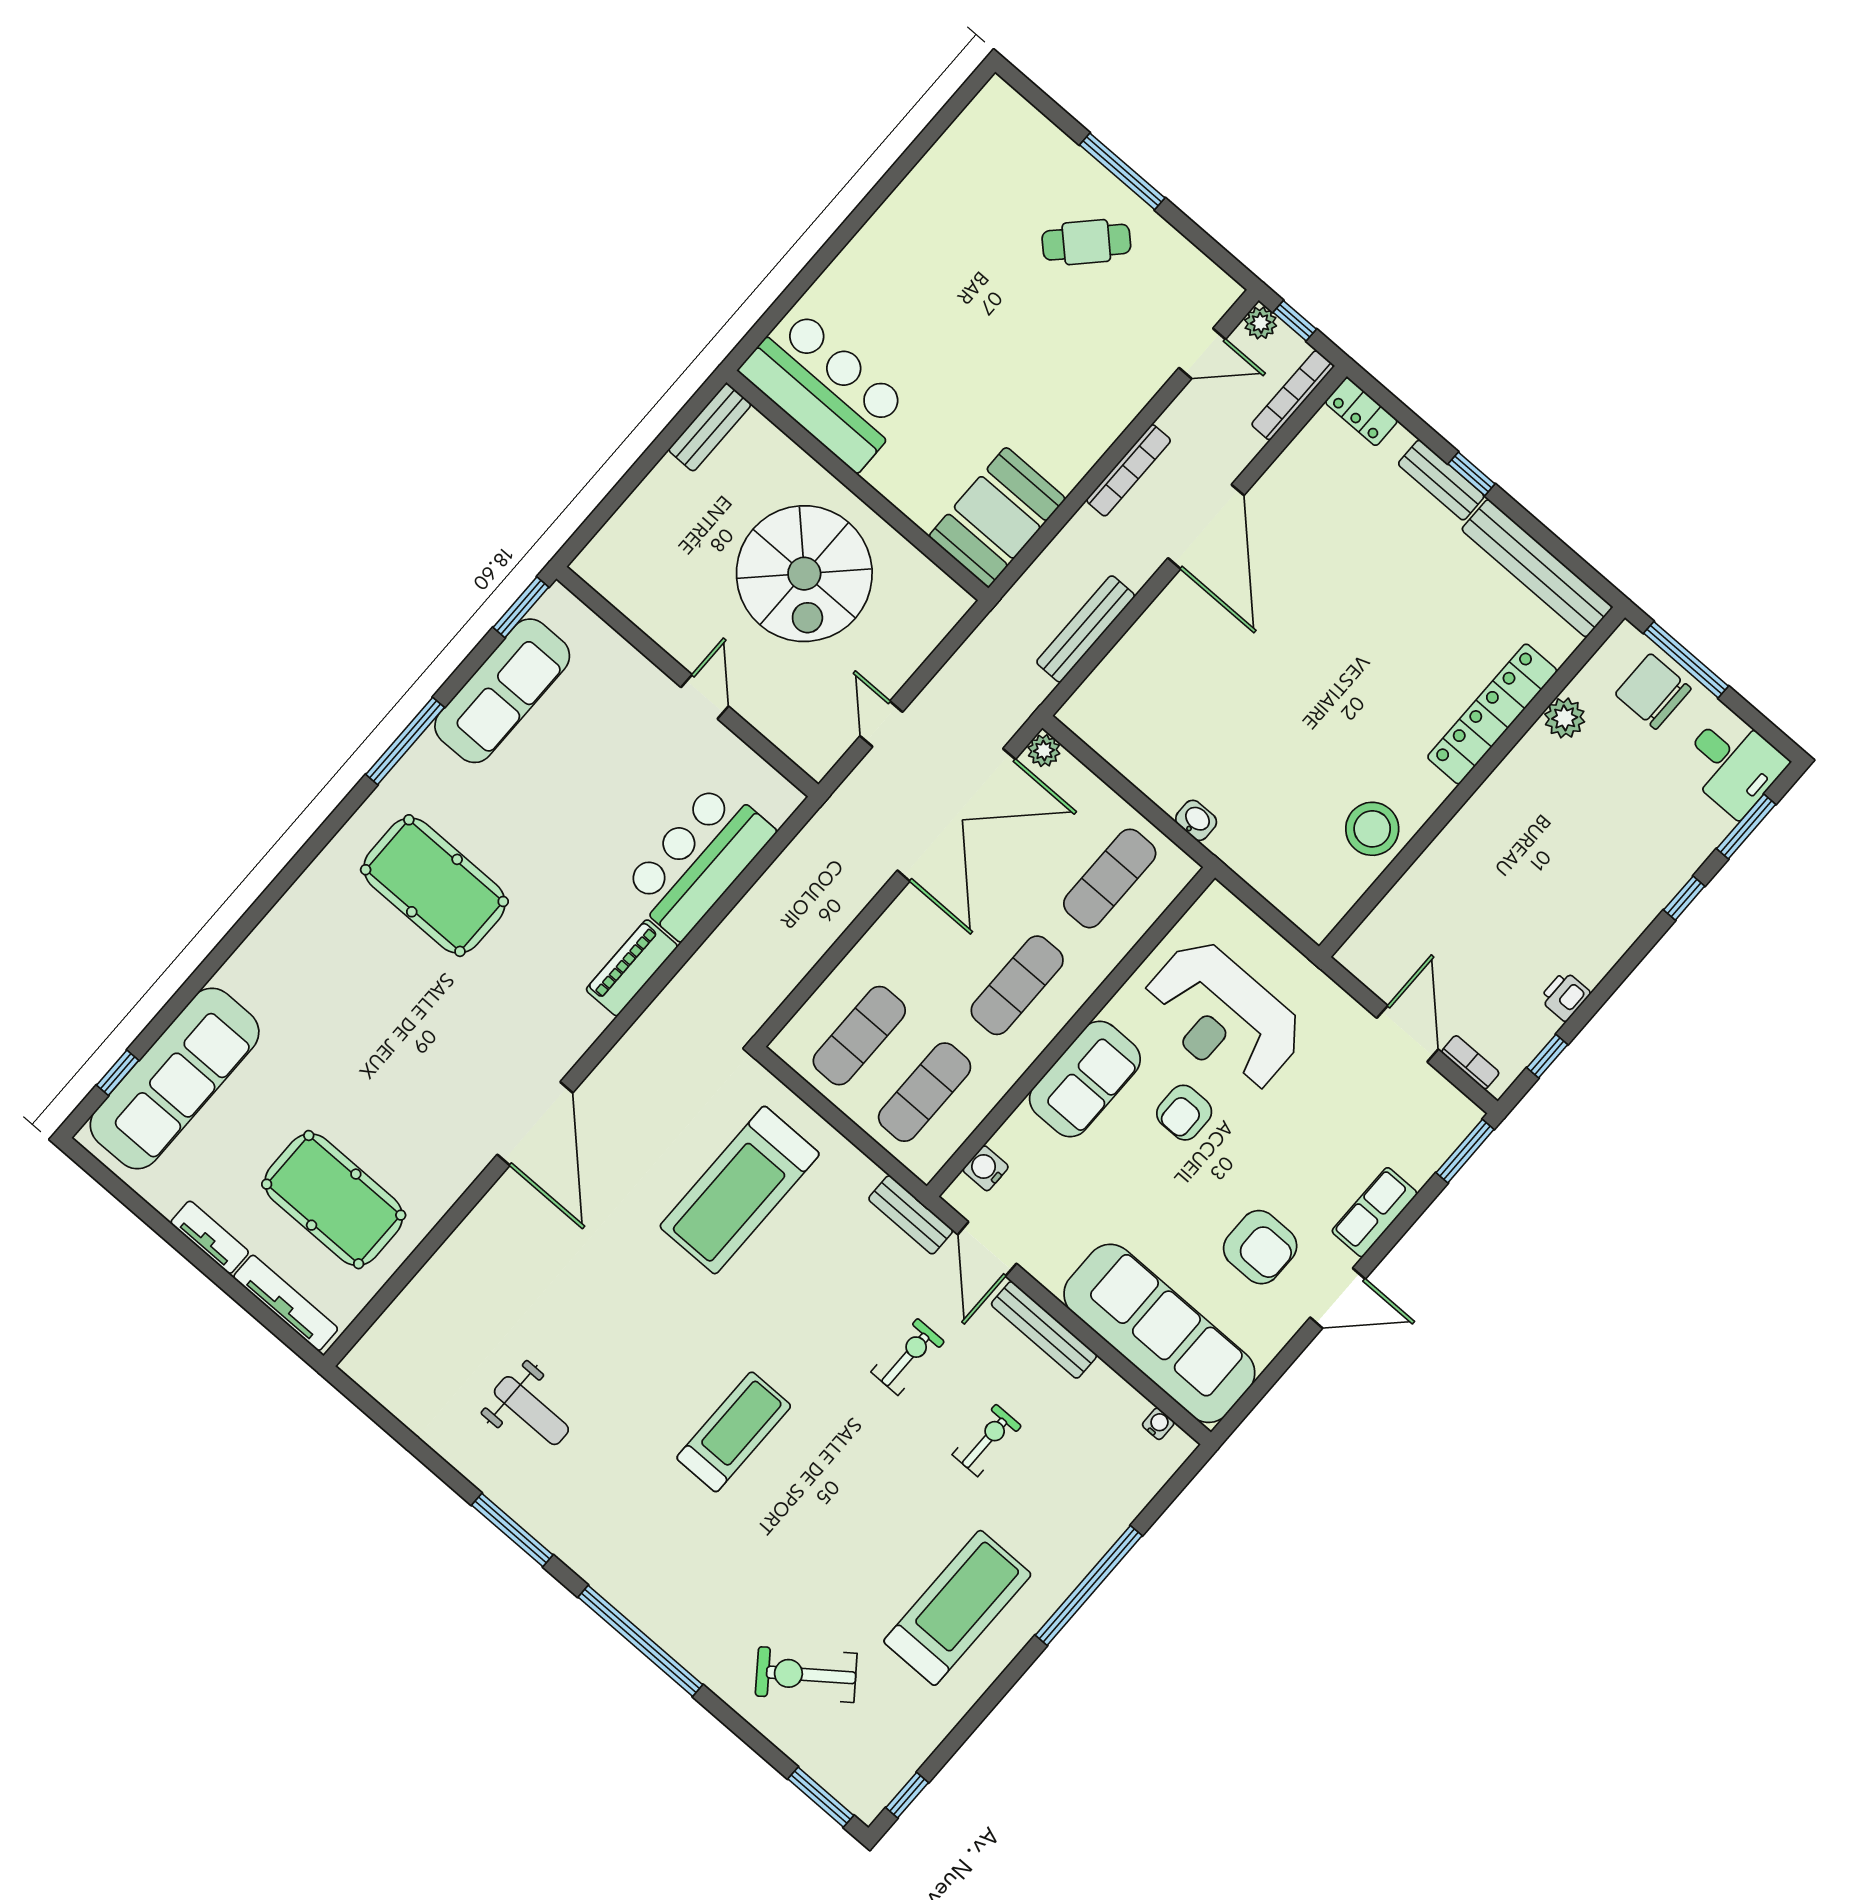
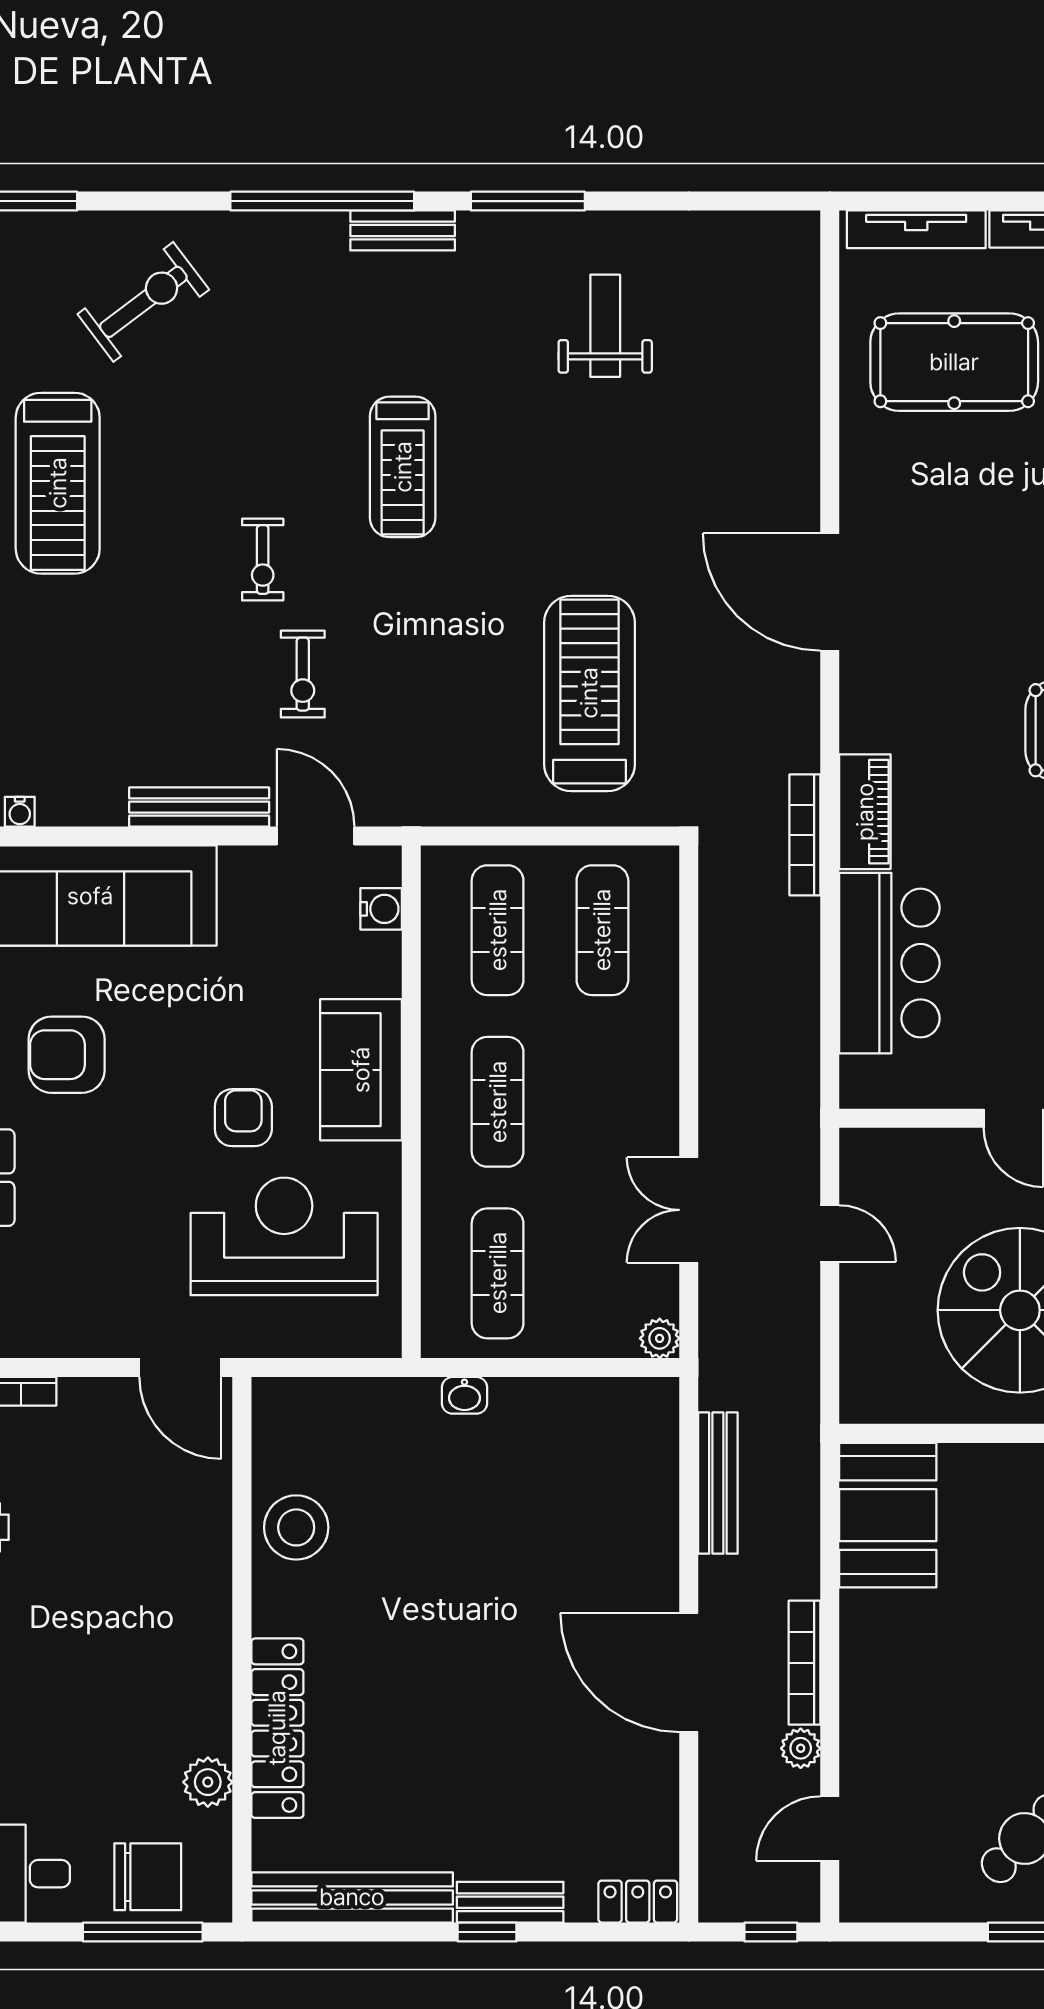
plant: (1261, 323) -> (801, 1748), moved
bookcase: (1293, 395) -> (805, 835), moved, turned 180
double door: (956, 815) -> (689, 1210), width x0.54
door: (1407, 1034) -> (180, 1368), moved
bench: (911, 1215) -> (403, 230), moved
weight bench: (531, 1411) -> (605, 326), turned 90
exercise bike: (987, 1440) -> (263, 560), moved

